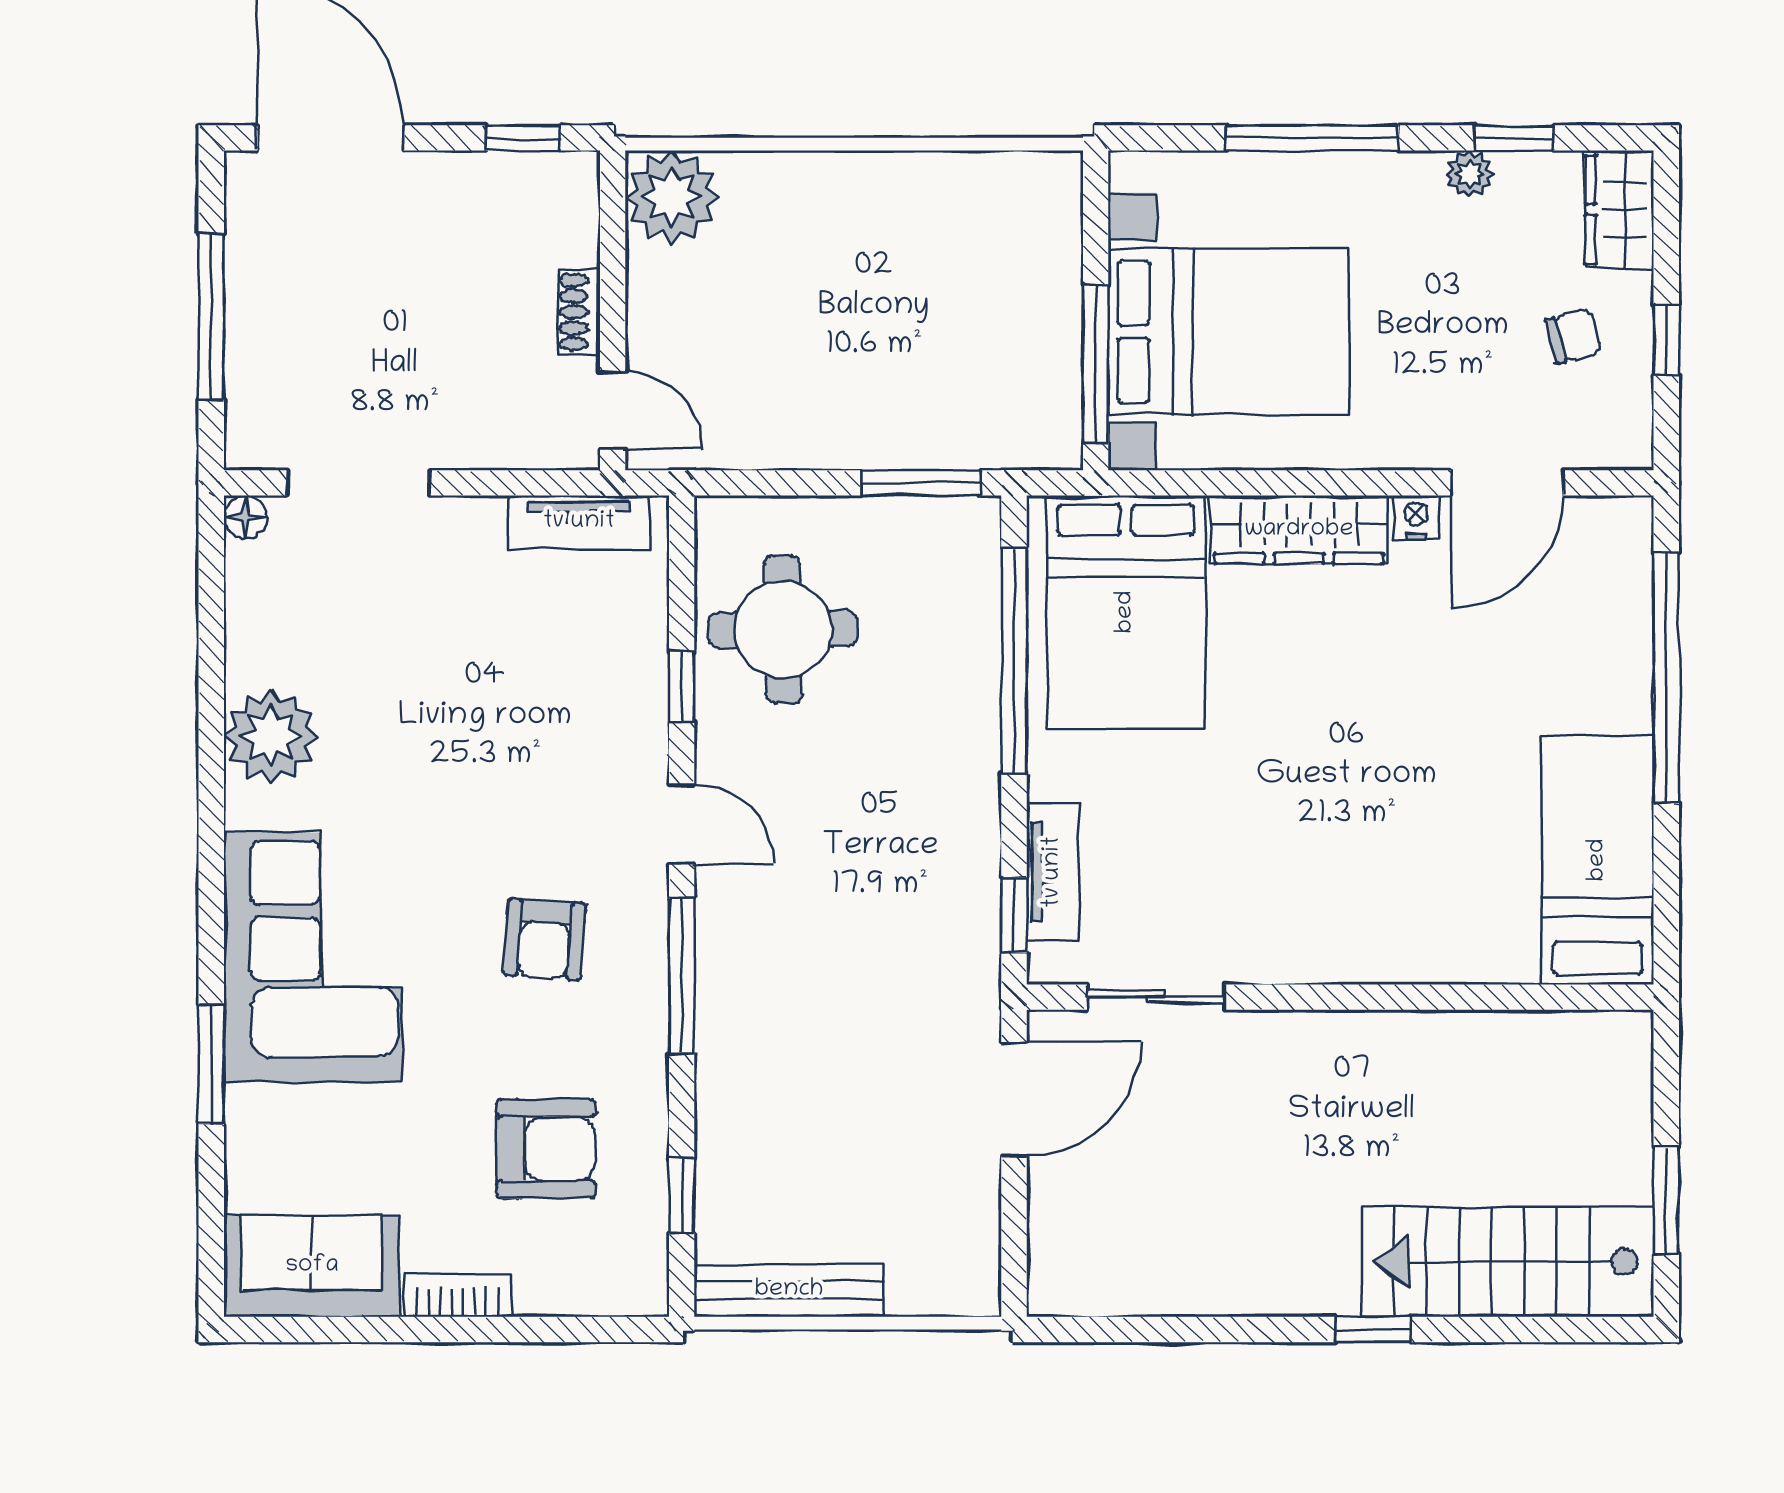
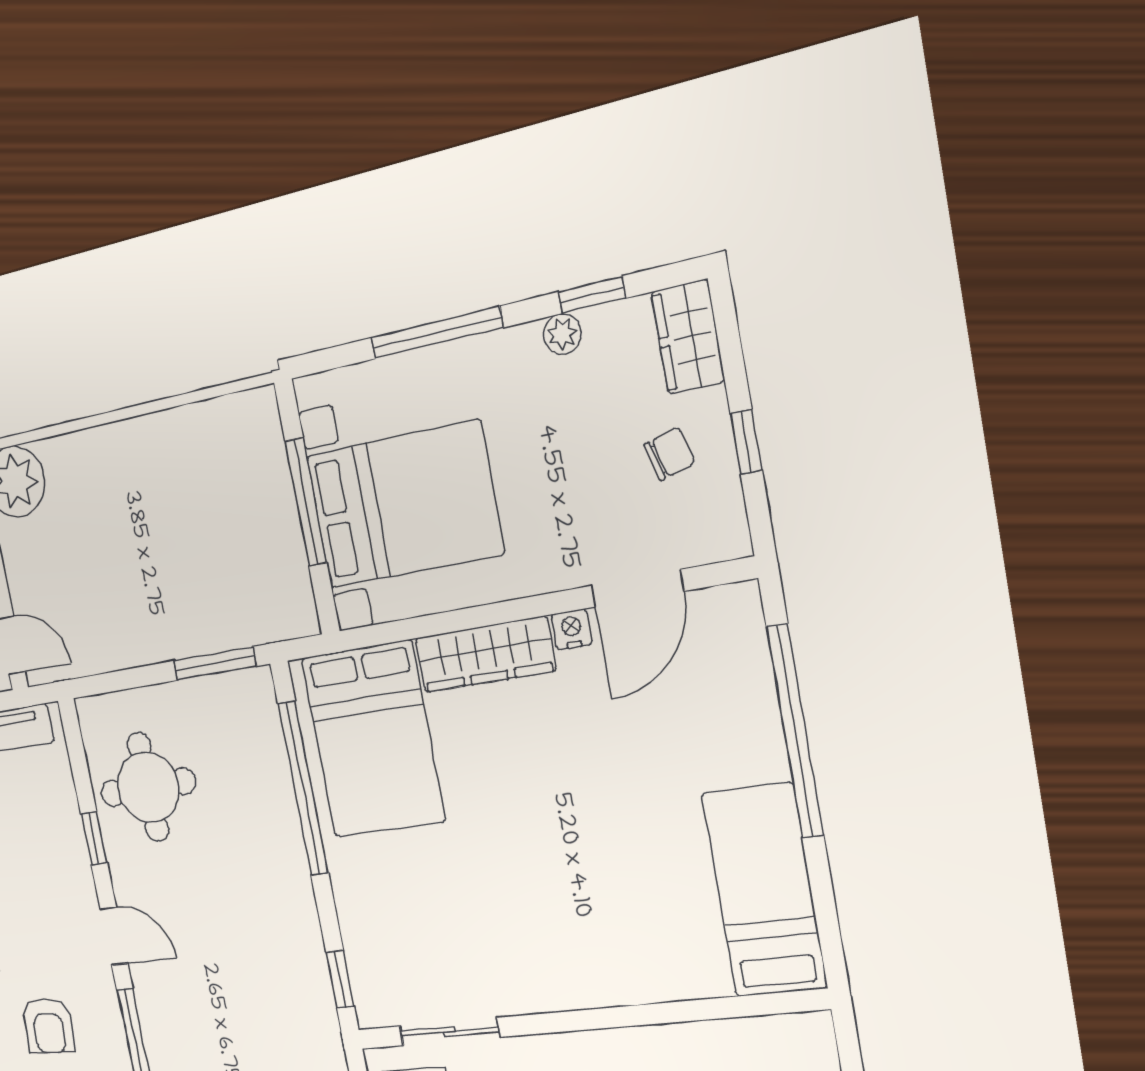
window: (1096, 364) -> (306, 502), moved
tv unit: (1053, 872) -> (360, 944), removed

